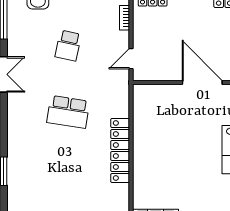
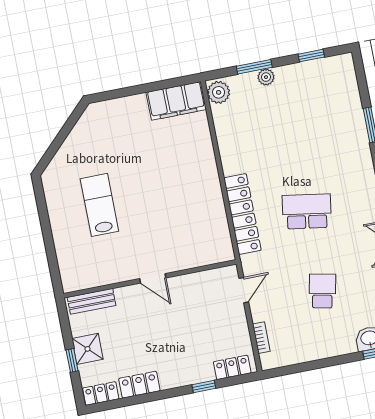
door: (202, 82) -> (153, 278), width x0.53
locker: (120, 150) -> (242, 214), moved

